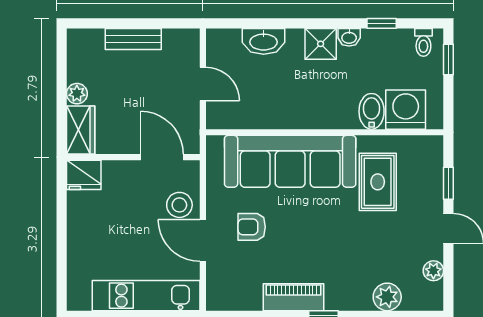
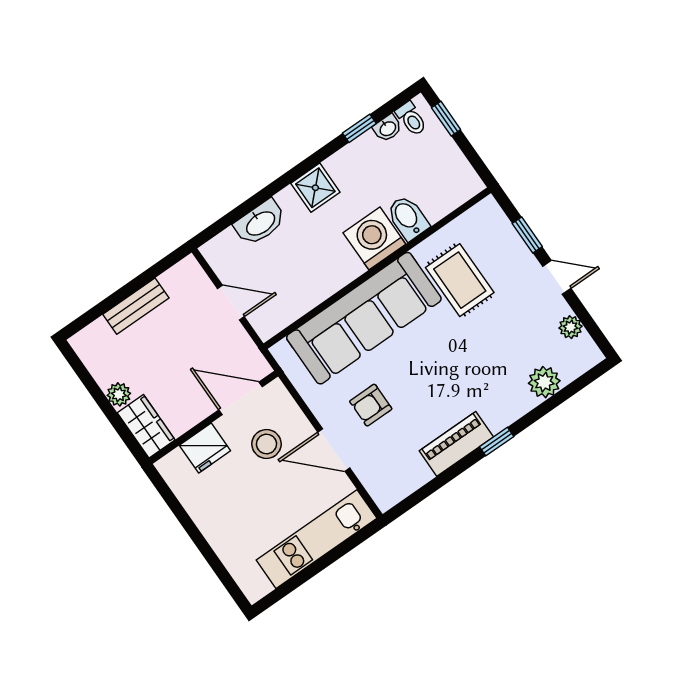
washbasin: (349, 37) -> (388, 128), moved
washing machine: (406, 110) -> (374, 238), moved
fridge: (84, 175) -> (205, 448), moved
stool: (179, 205) -> (266, 444), moved

